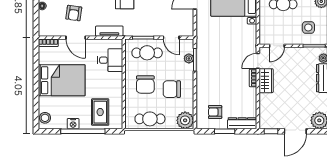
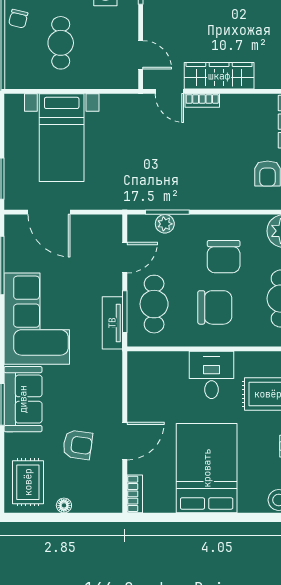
tv unit: (109, 31) -> (112, 323), moved
desk: (110, 60) -> (212, 375), moved
wardrobe: (266, 81) -> (219, 76), width x1.50

